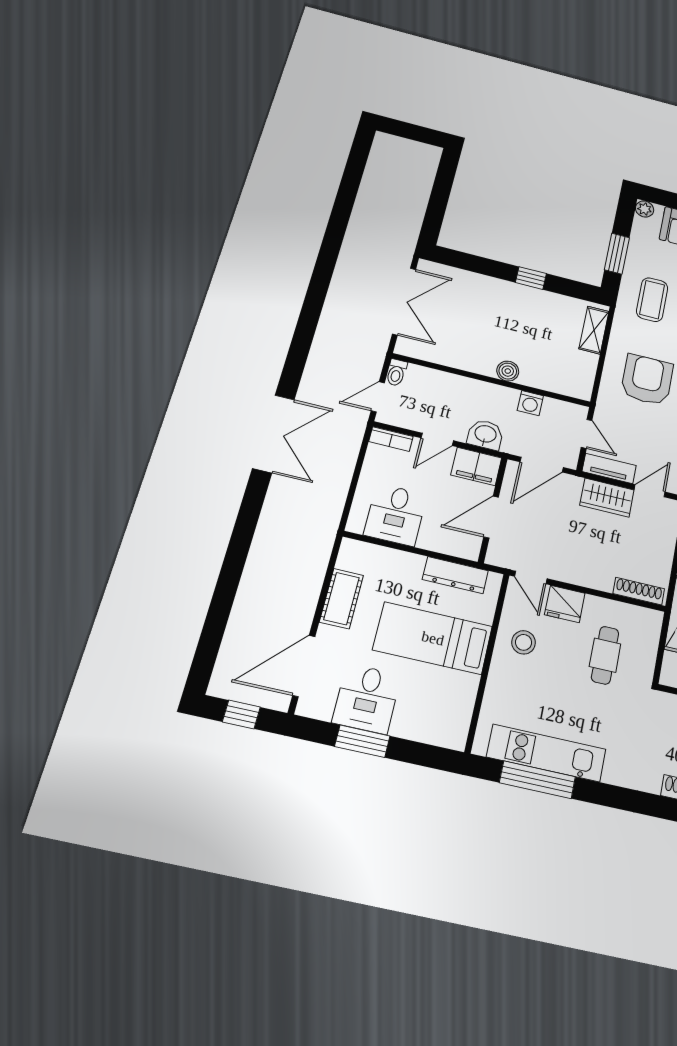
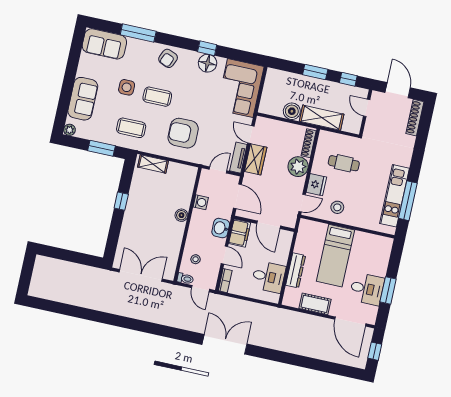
stool: (431, 391) -> (196, 259), added
plant: (596, 572) -> (298, 167), added
dresser: (455, 575) -> (296, 270), moved

